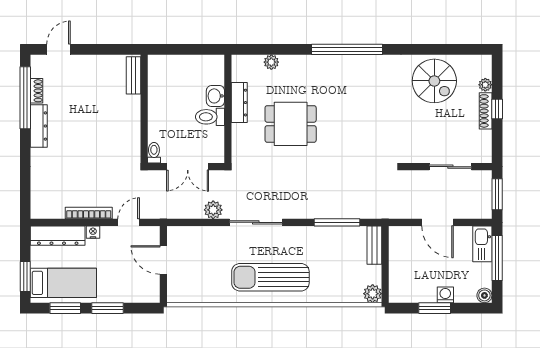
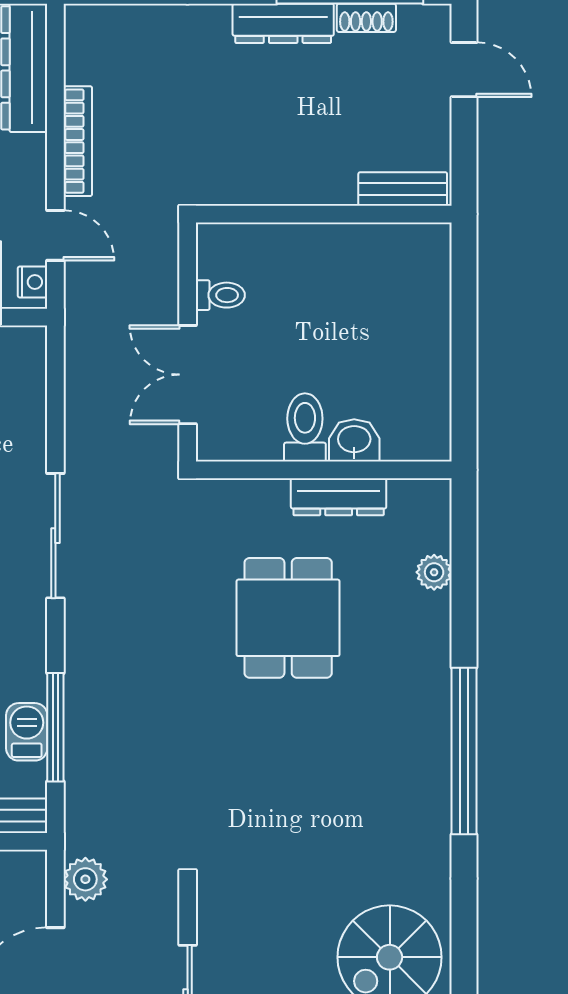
bench: (133, 75) -> (403, 189), moved
wall: (144, 109) -> (324, 214), moved
plant: (213, 210) -> (85, 879), moved
nightstand: (93, 232) -> (32, 282), moved
barbecue: (339, 235) -> (27, 732), added

